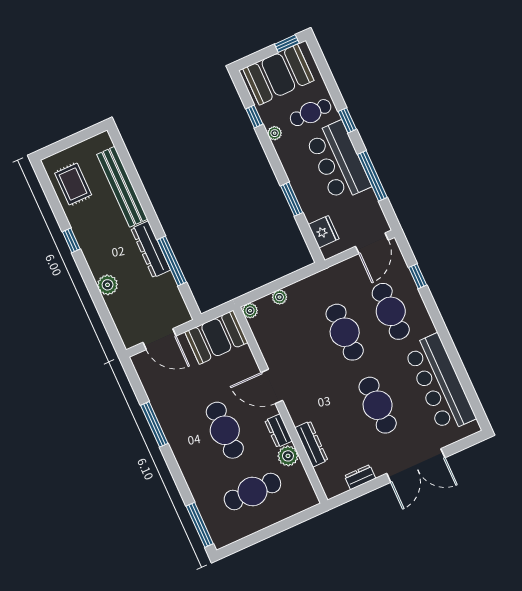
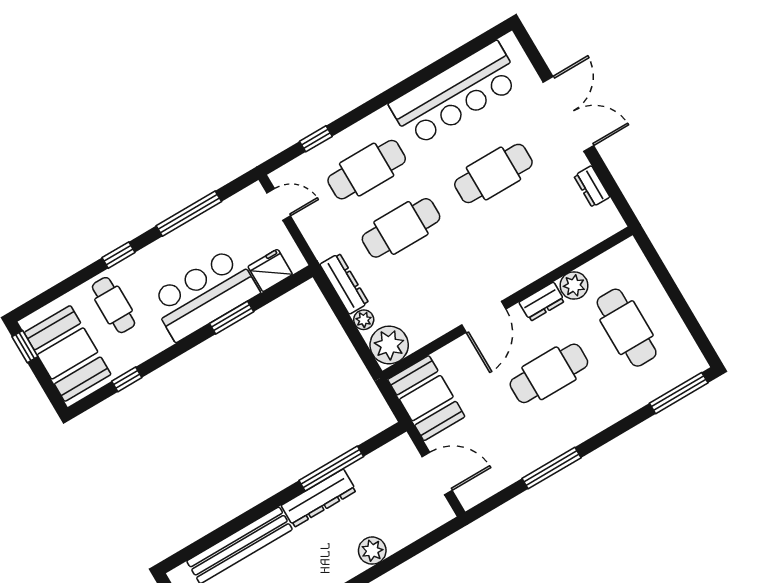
plant: (275, 133) -> (146, 350), removed
bar counter: (338, 161) -> (204, 295), moved, turned 180
door: (372, 243) -> (279, 204), width x0.73
plant: (250, 311) -> (389, 345), width x1.88, depth x1.88
door: (159, 339) -> (437, 473), hinge flipped
dresser: (311, 444) -> (344, 284), moved, turned 90

